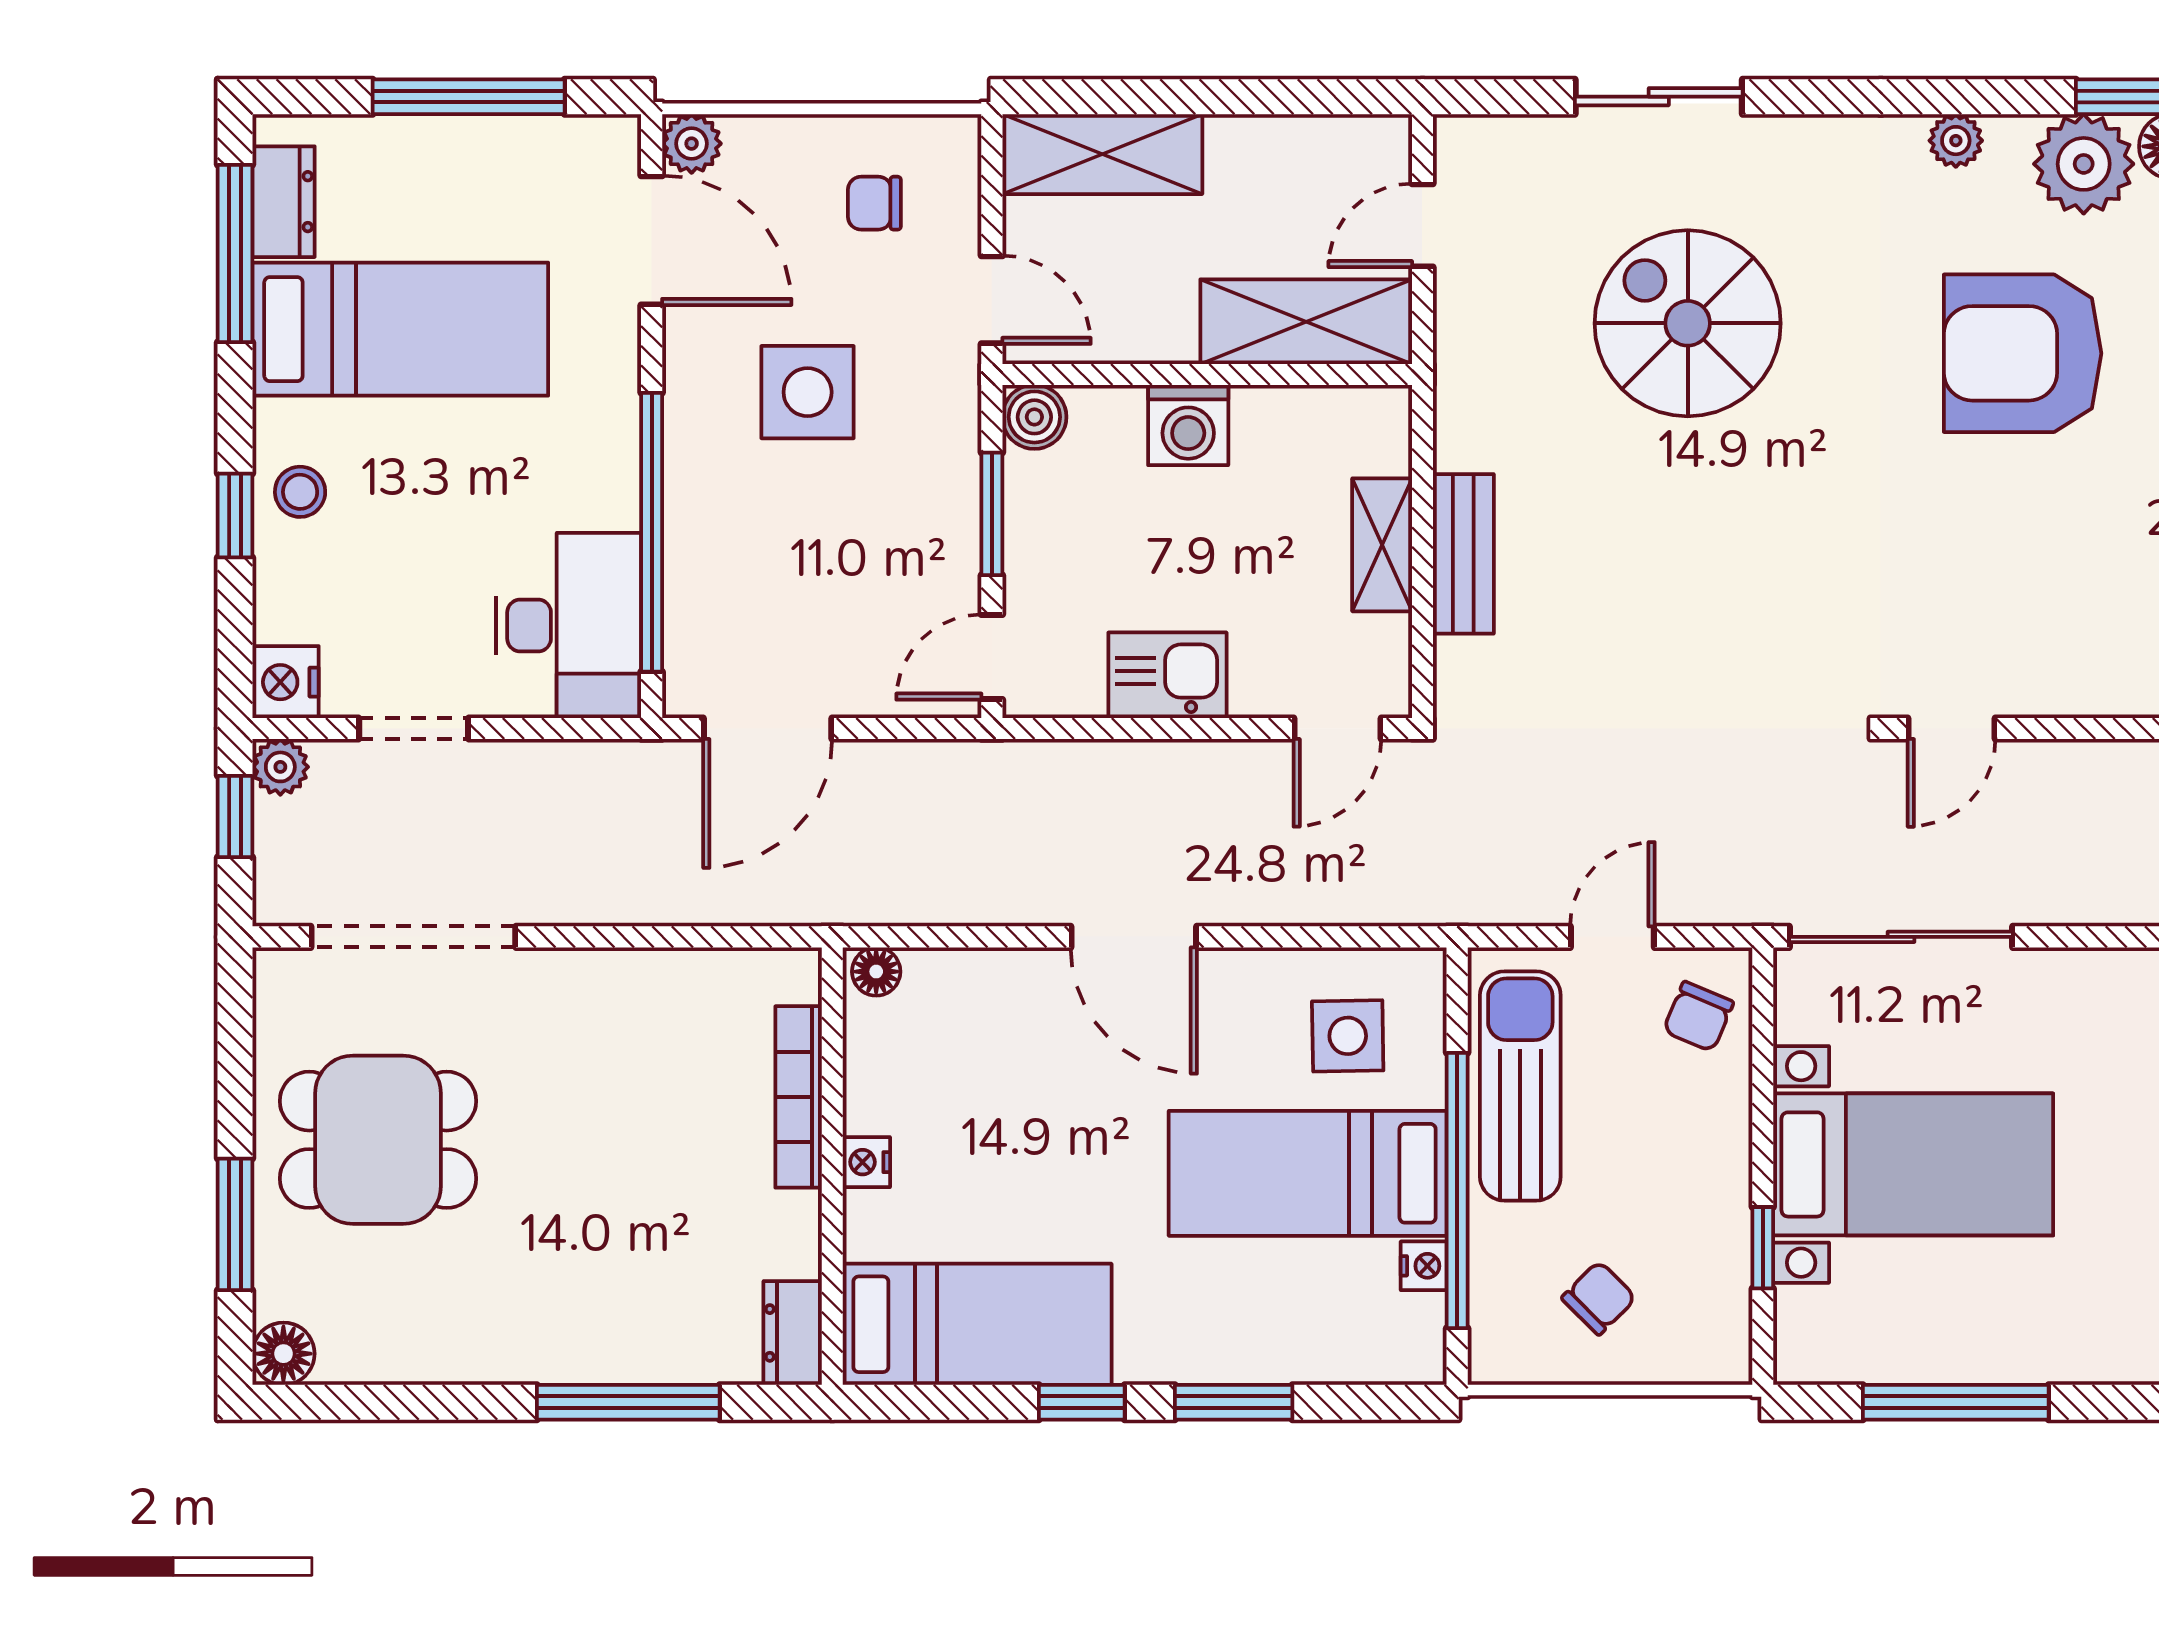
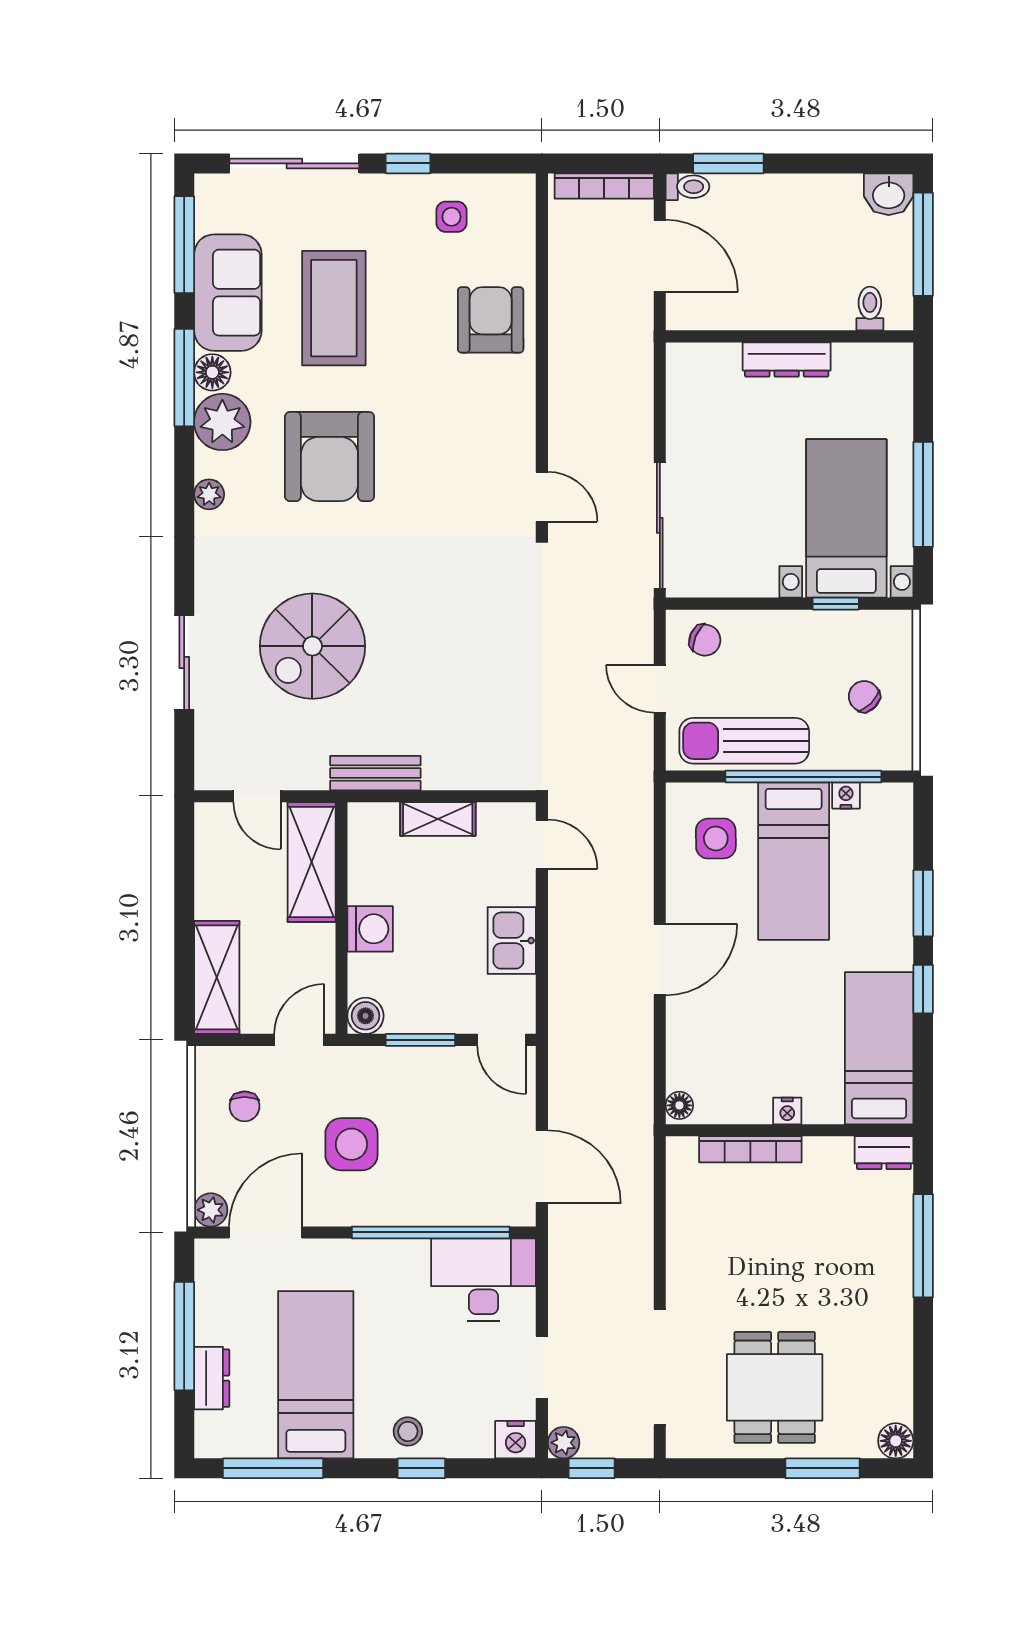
dresser: (284, 202) -> (212, 1378), moved, turned 90
bench: (1463, 554) -> (375, 773), moved
bed with nightstands: (1913, 1164) -> (846, 518), moved

